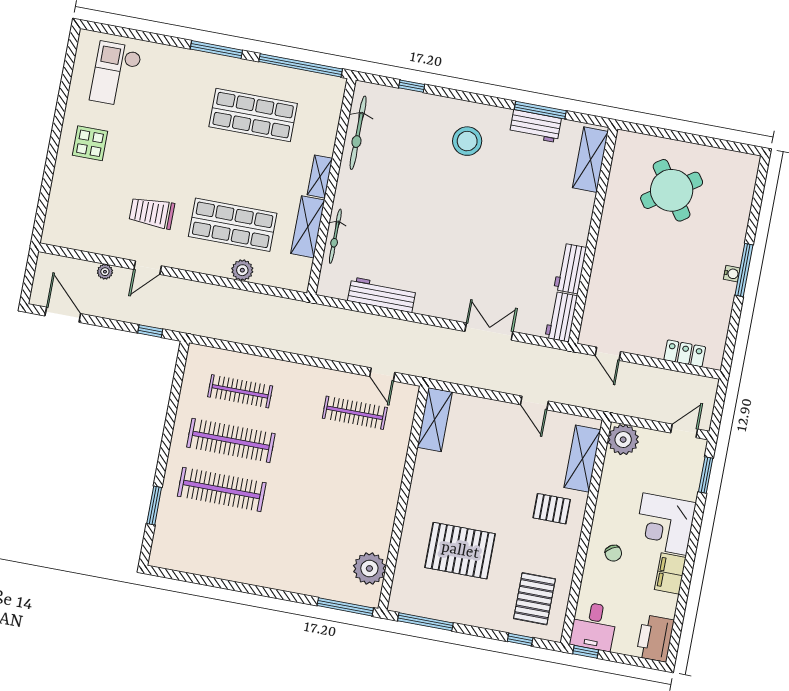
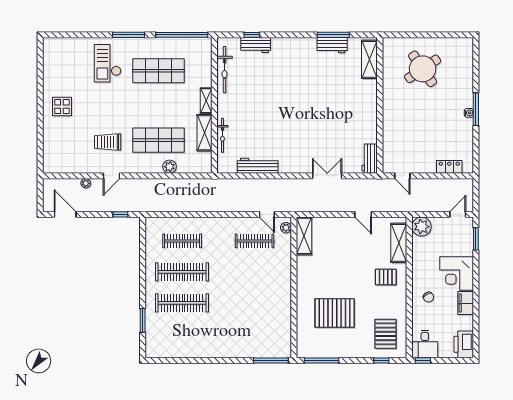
checkout: (116, 74) -> (108, 63), moved
stool: (467, 141) -> (292, 62), removed
workbench: (570, 268) -> (256, 45), moved, turned -90
plant: (369, 568) -> (286, 228), moved, width x0.53, depth x0.53

